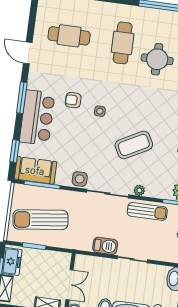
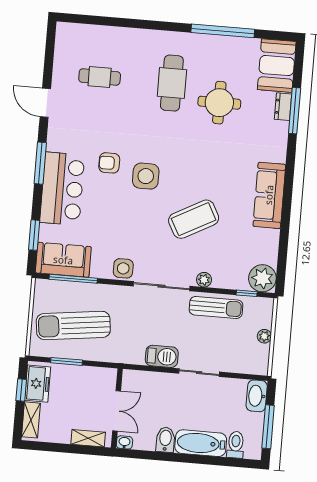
cafe table: (69, 36) -> (100, 77), width x0.73, depth x0.74
side table: (100, 111) -> (146, 176), width x1.87, depth x1.87

